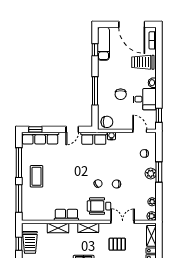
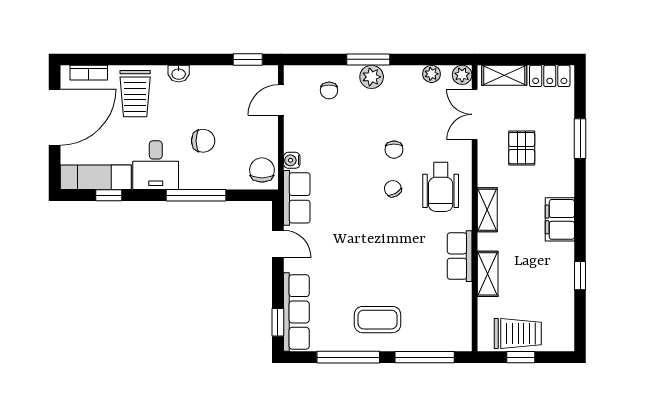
desk: (145, 99) -> (156, 165), moved, turned 180
double door: (123, 222) -> (475, 114), moved

